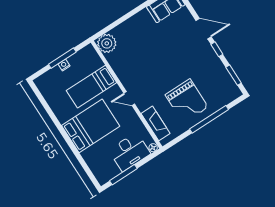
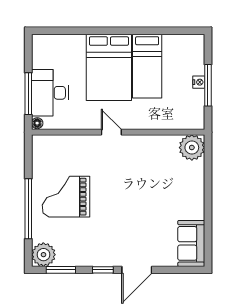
bed: (92, 87) -> (147, 66), moved, turned 180
plant: (231, 92) -> (43, 255), added
door: (129, 99) -> (111, 132), hinge flipped
fireplace: (156, 123) -> (63, 144), removed
window: (123, 175) -> (28, 94), moved

